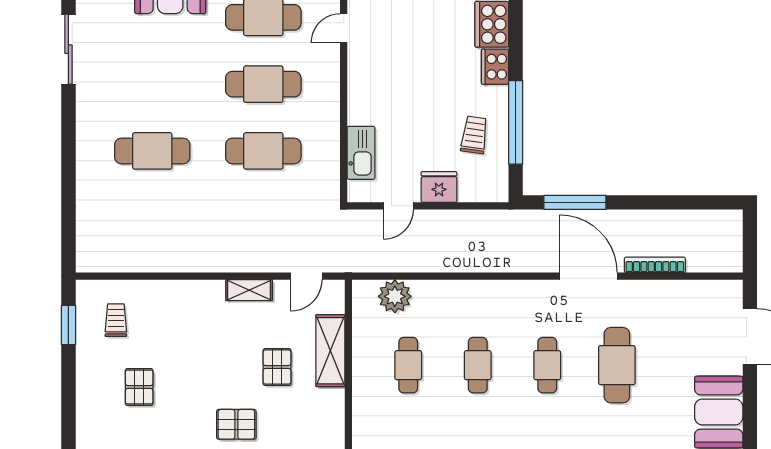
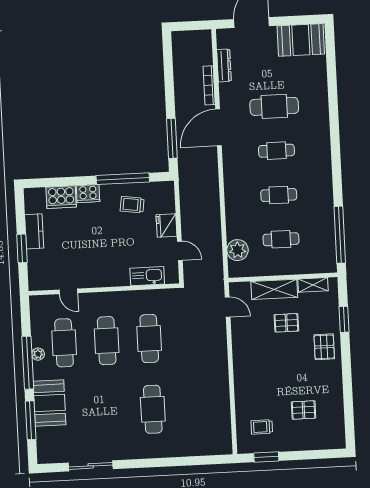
shelving: (249, 290) -> (313, 285), moved, turned 90
dresser: (685, 290) -> (224, 65), added

